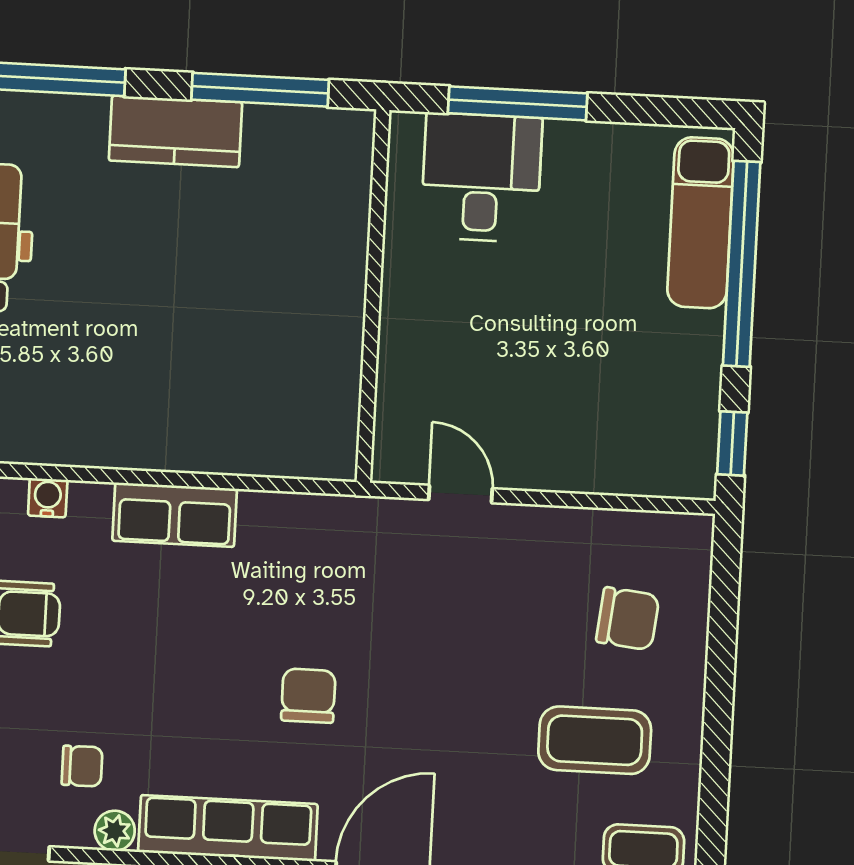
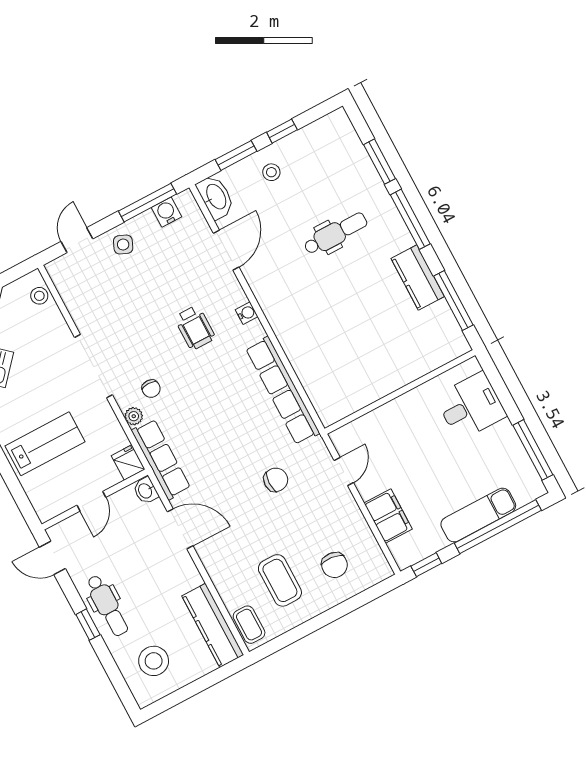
window: (518, 103) -> (533, 450), moved
exam couch: (701, 223) -> (478, 515), moved
filing cabinet: (596, 461) -> (388, 516), added
row of seats: (175, 515) -> (283, 391), width x2.02
chair: (308, 696) -> (276, 480), moved

